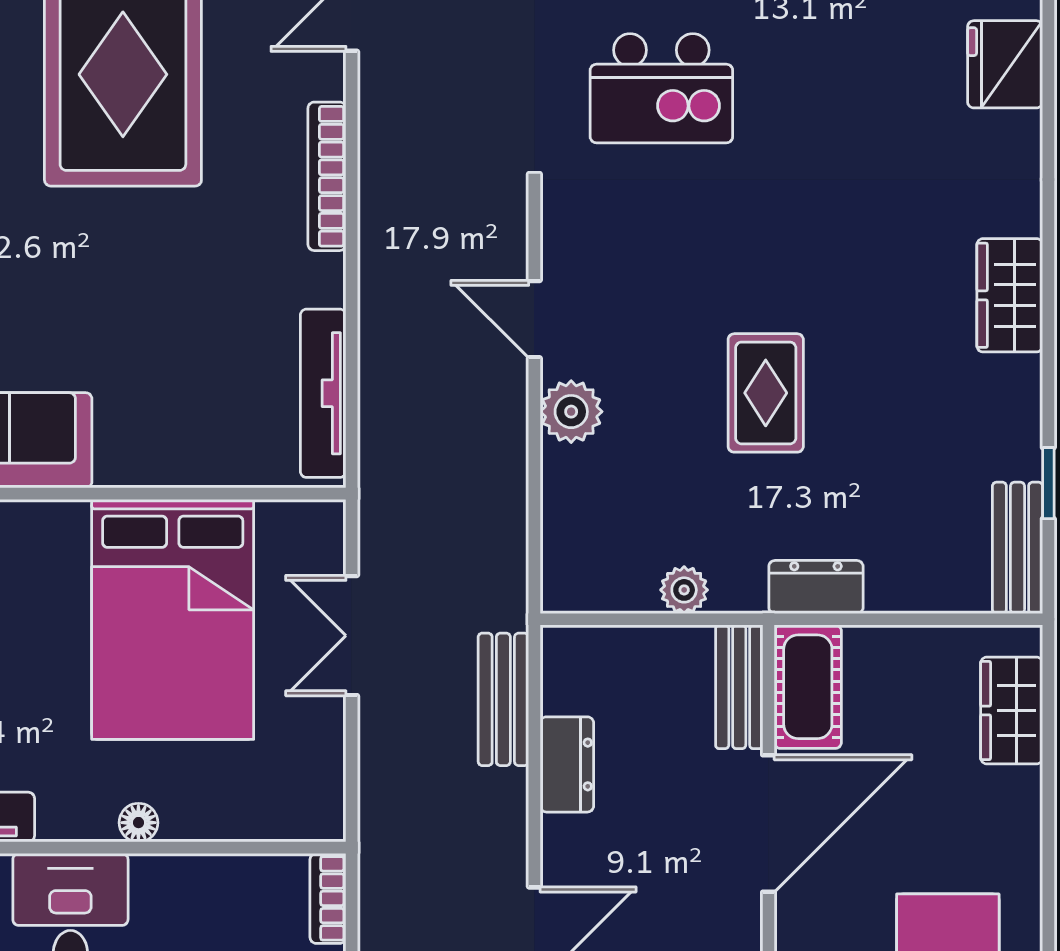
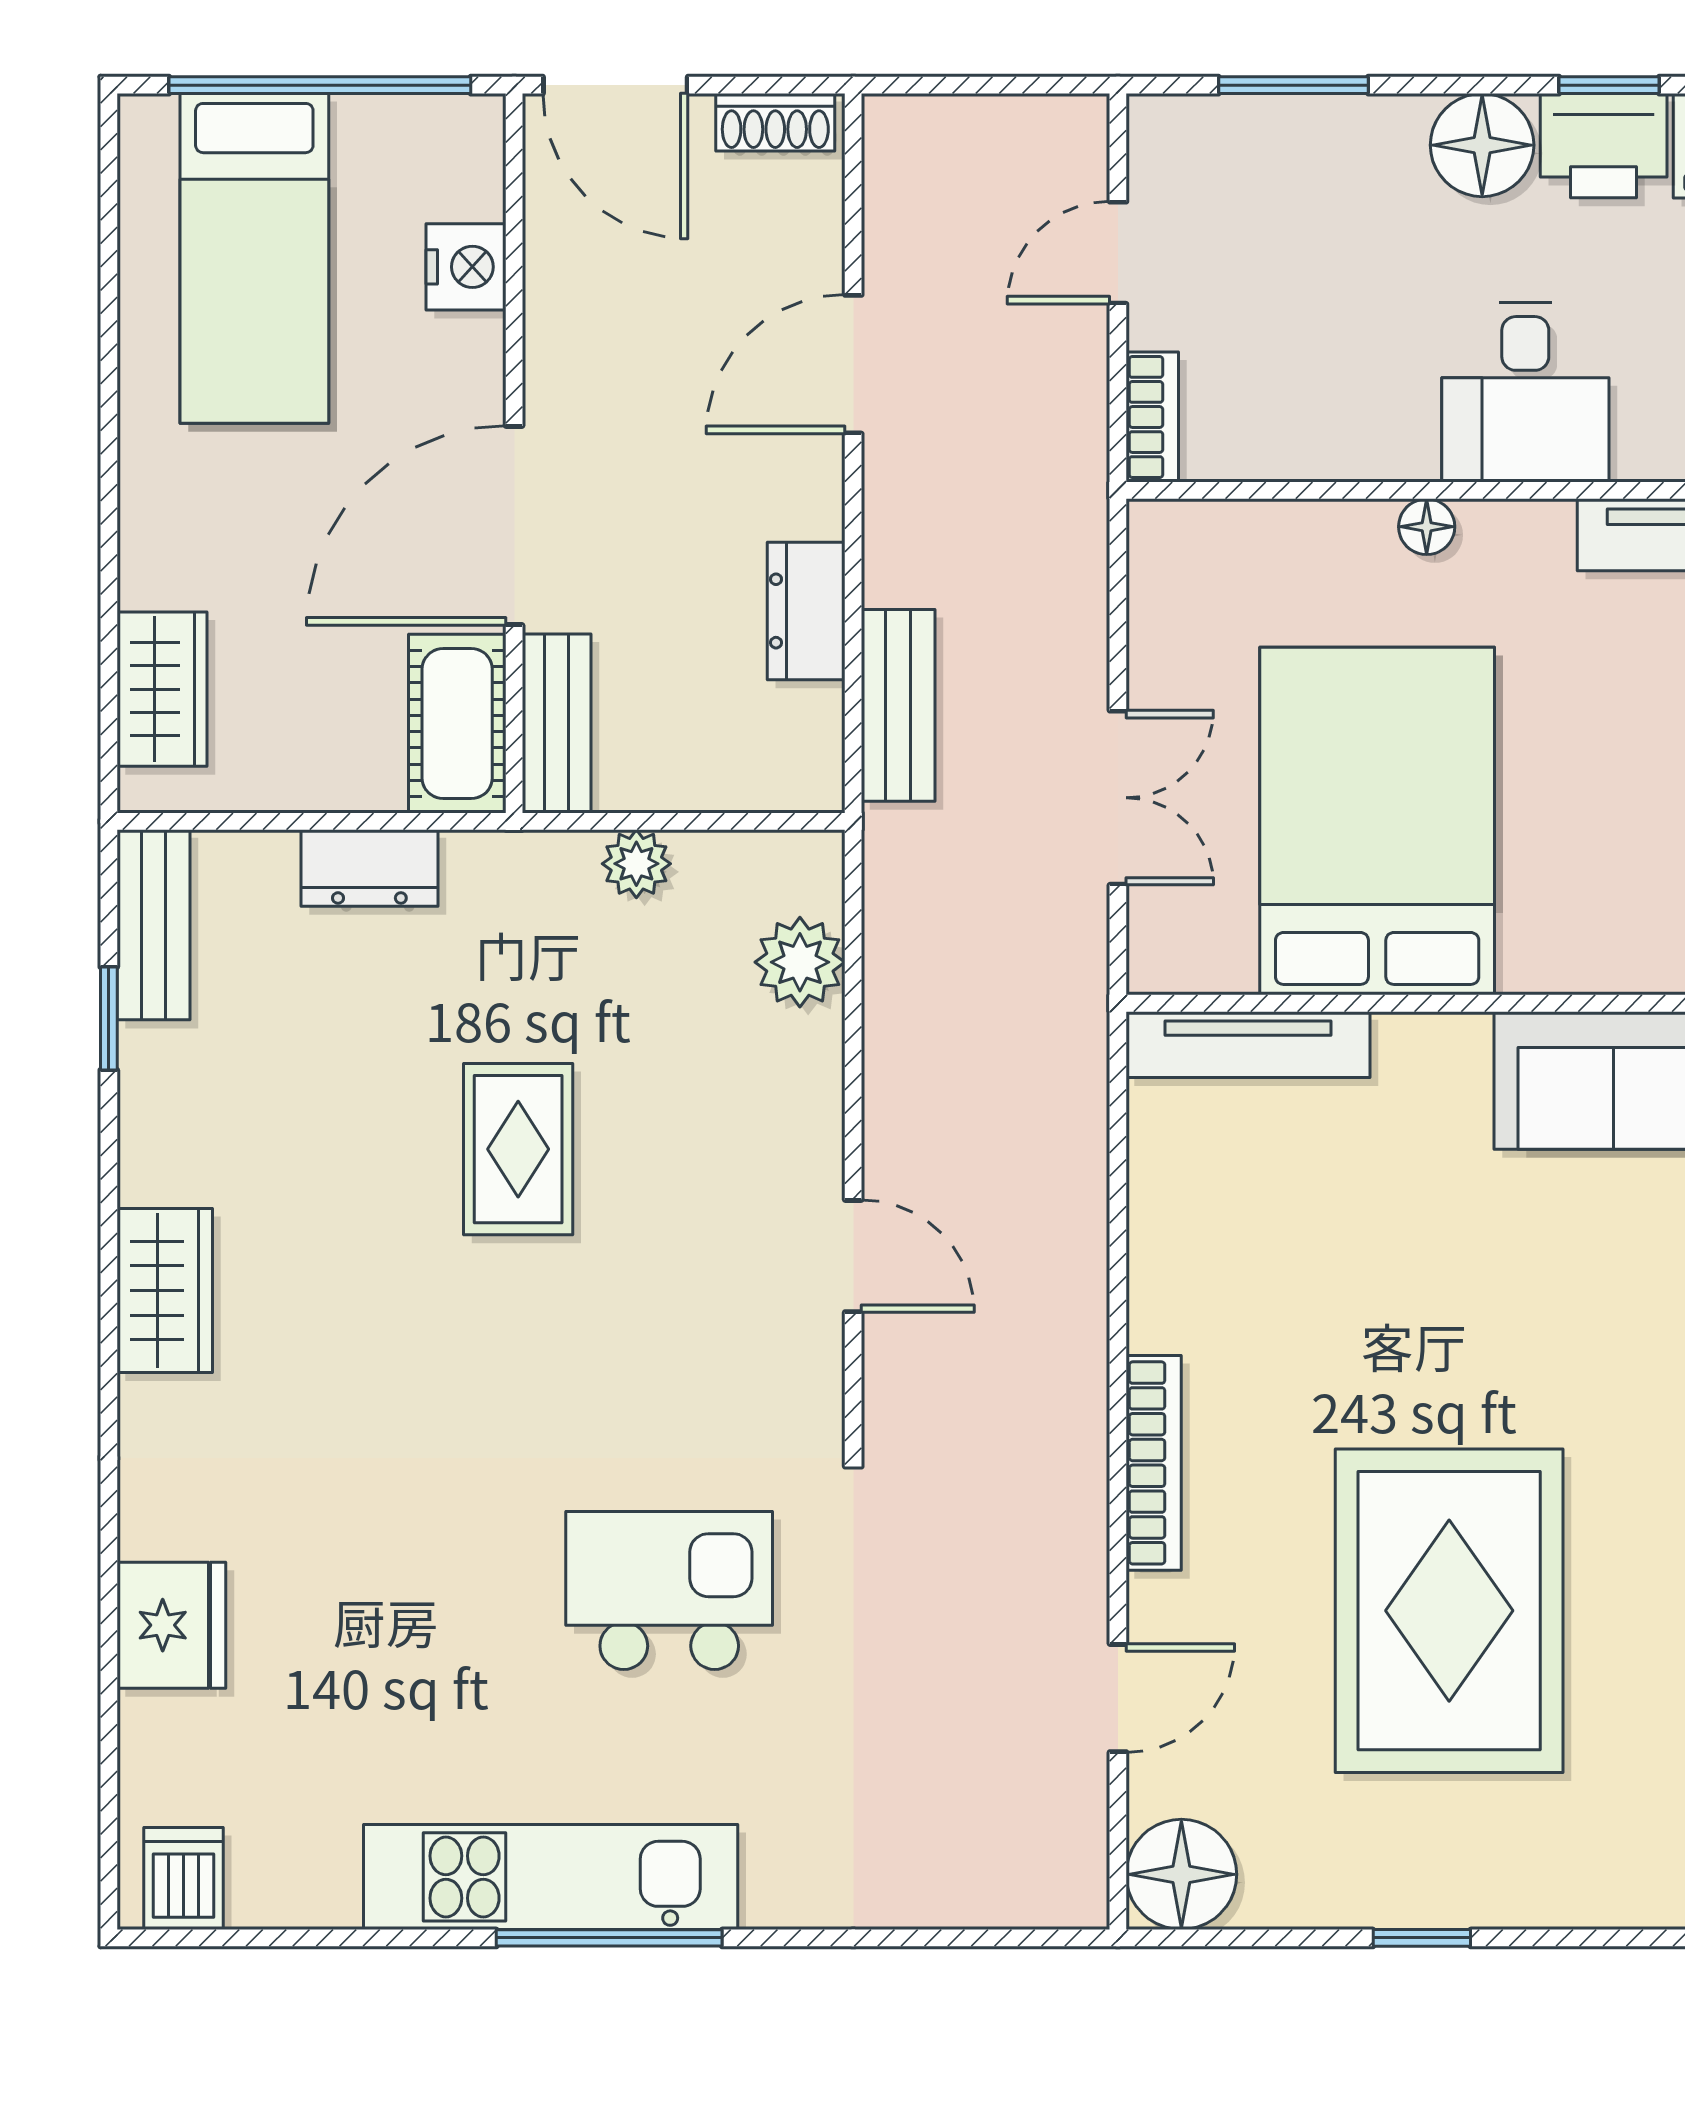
tv unit: (323, 393) -> (1248, 1045), moved, turned 90
plant: (571, 412) -> (800, 962), moved
dresser: (816, 587) -> (369, 868), moved

